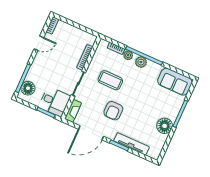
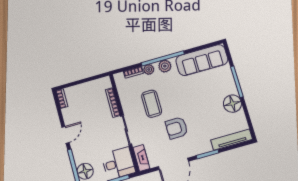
door: (39, 43) -> (65, 135), moved
coffee table: (110, 80) -> (152, 104), turned 90
sofa: (175, 82) -> (202, 60), width x1.36
armchair: (113, 111) -> (177, 128), turned 89
tv unit: (132, 144) -> (232, 140), moved

